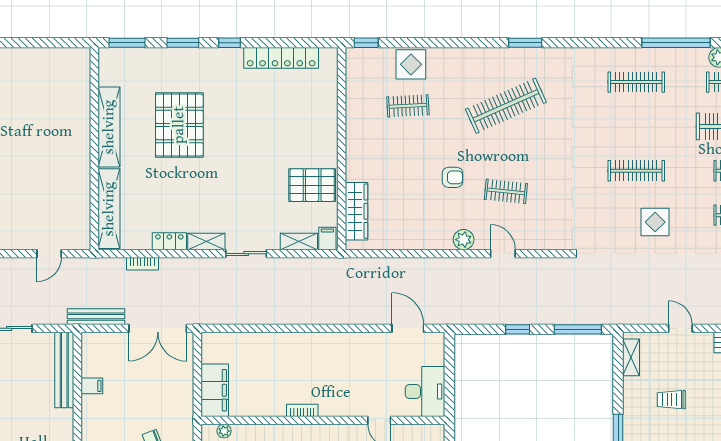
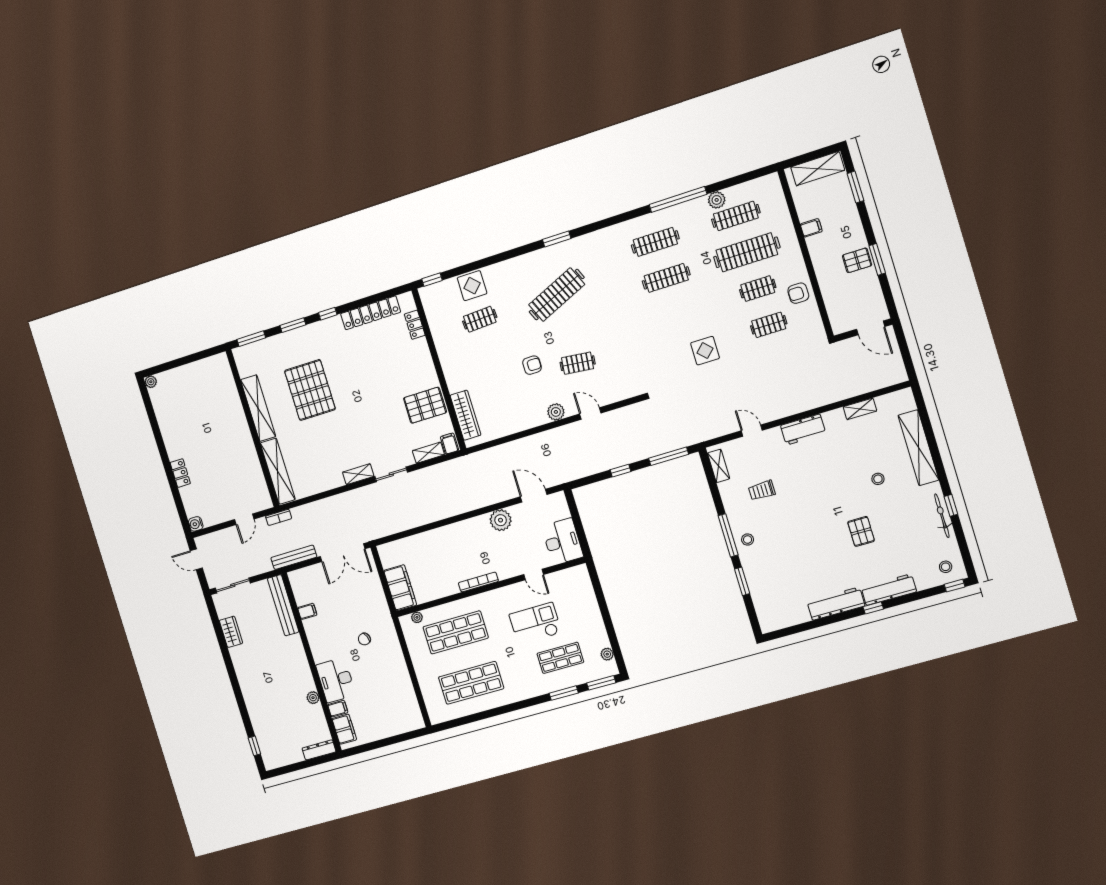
clothes rail: (636, 171) -> (666, 278), moved
locker: (169, 241) -> (415, 325), moved, turned -90
bookcase: (142, 264) -> (279, 517), moved
plant: (360, 345) -> (501, 520), added
bookcase: (302, 410) -> (478, 582), width x1.56

